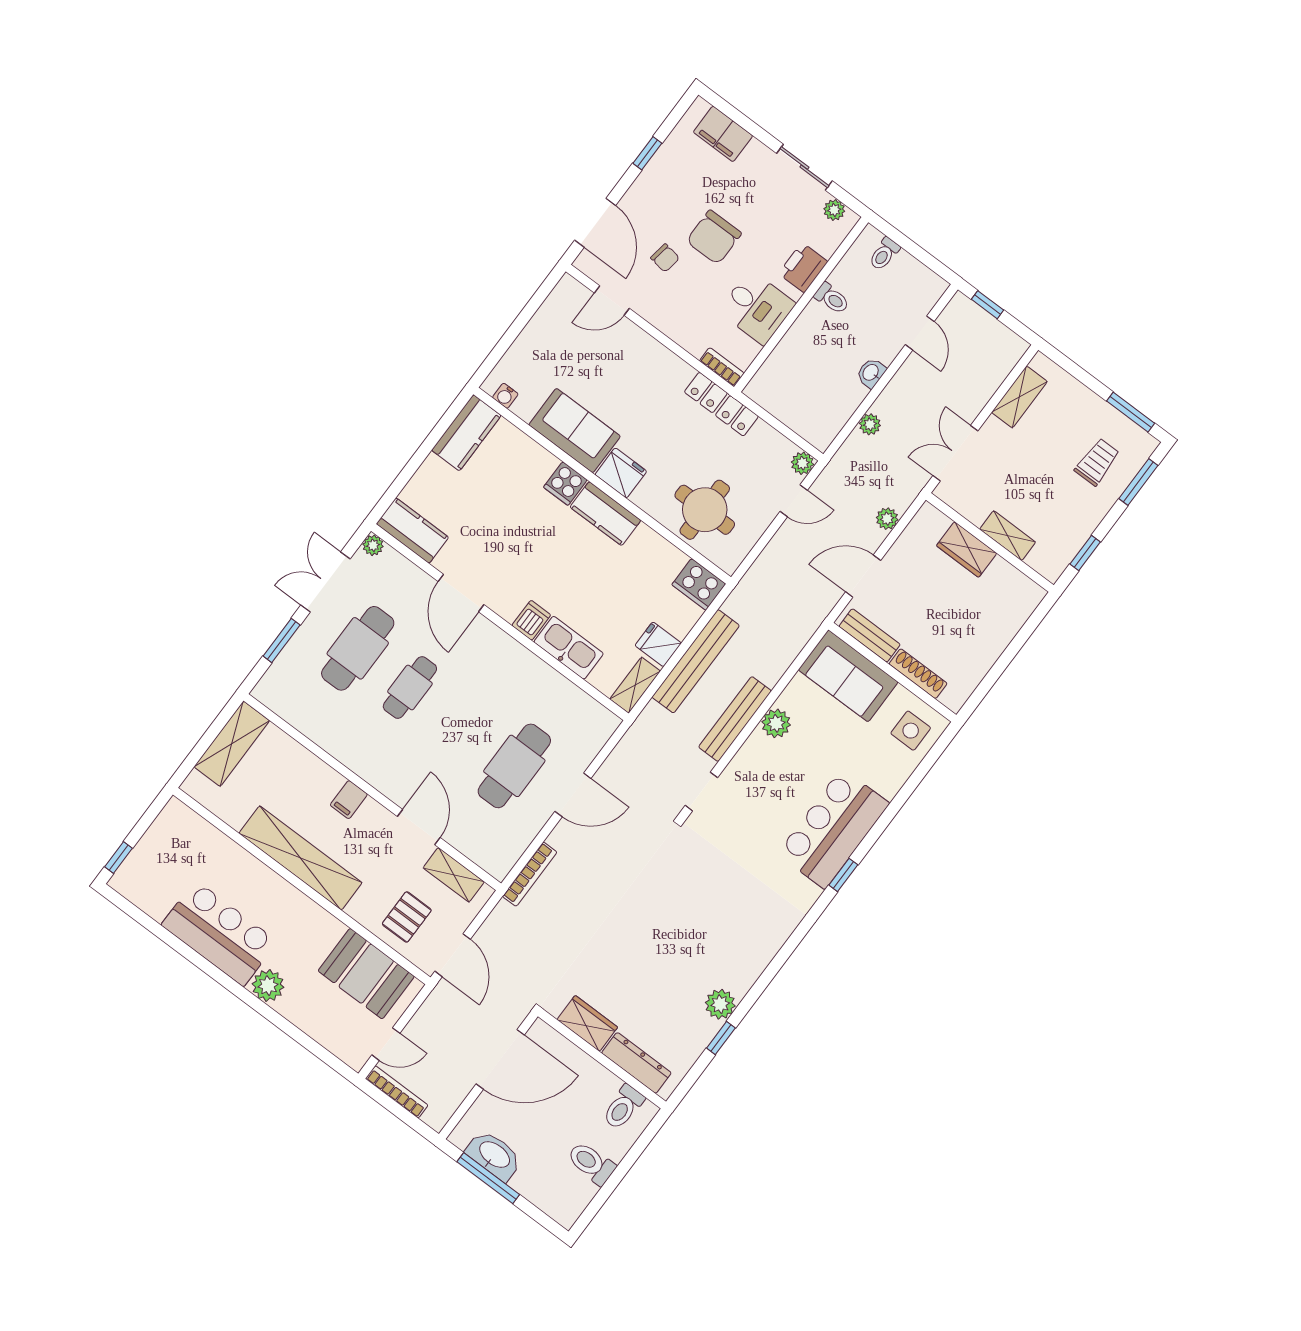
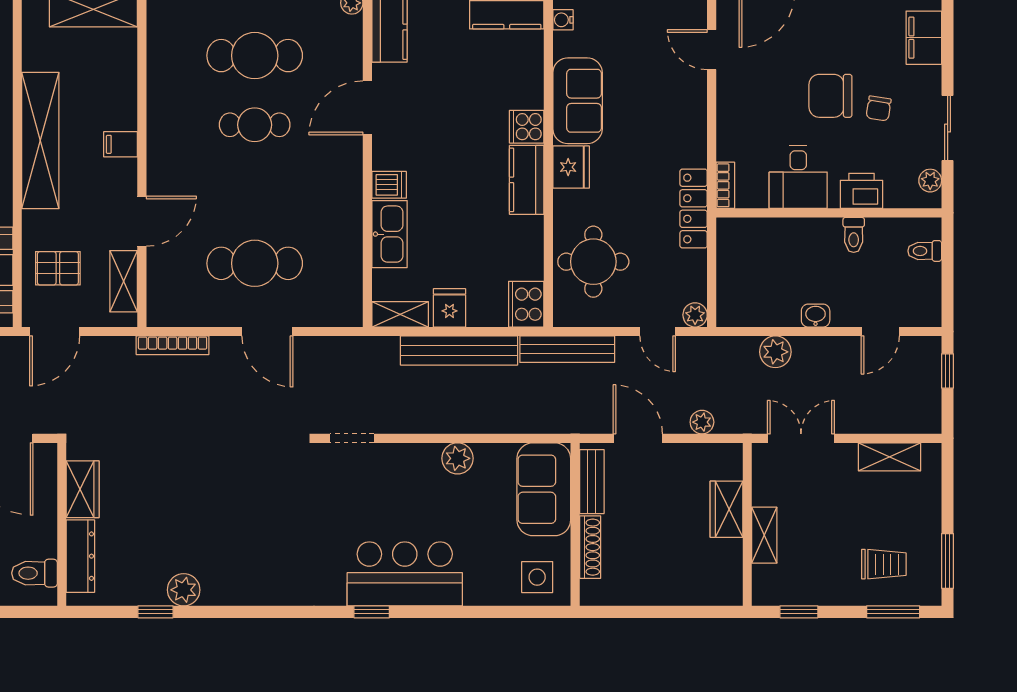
chair: (665, 258) -> (879, 108), moved
plant: (870, 424) -> (775, 352), width x1.38, depth x1.38
bench: (735, 719) -> (567, 349), moved

